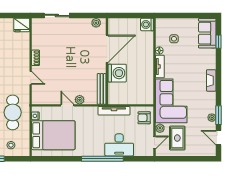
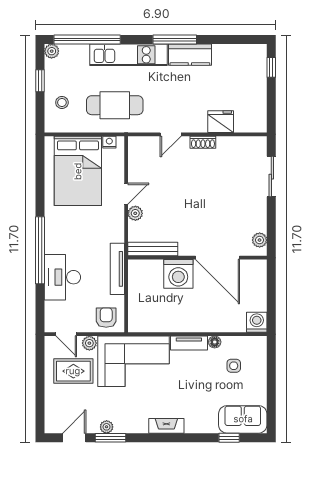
fridge: (22, 25) -> (221, 122), moved, turned 90

